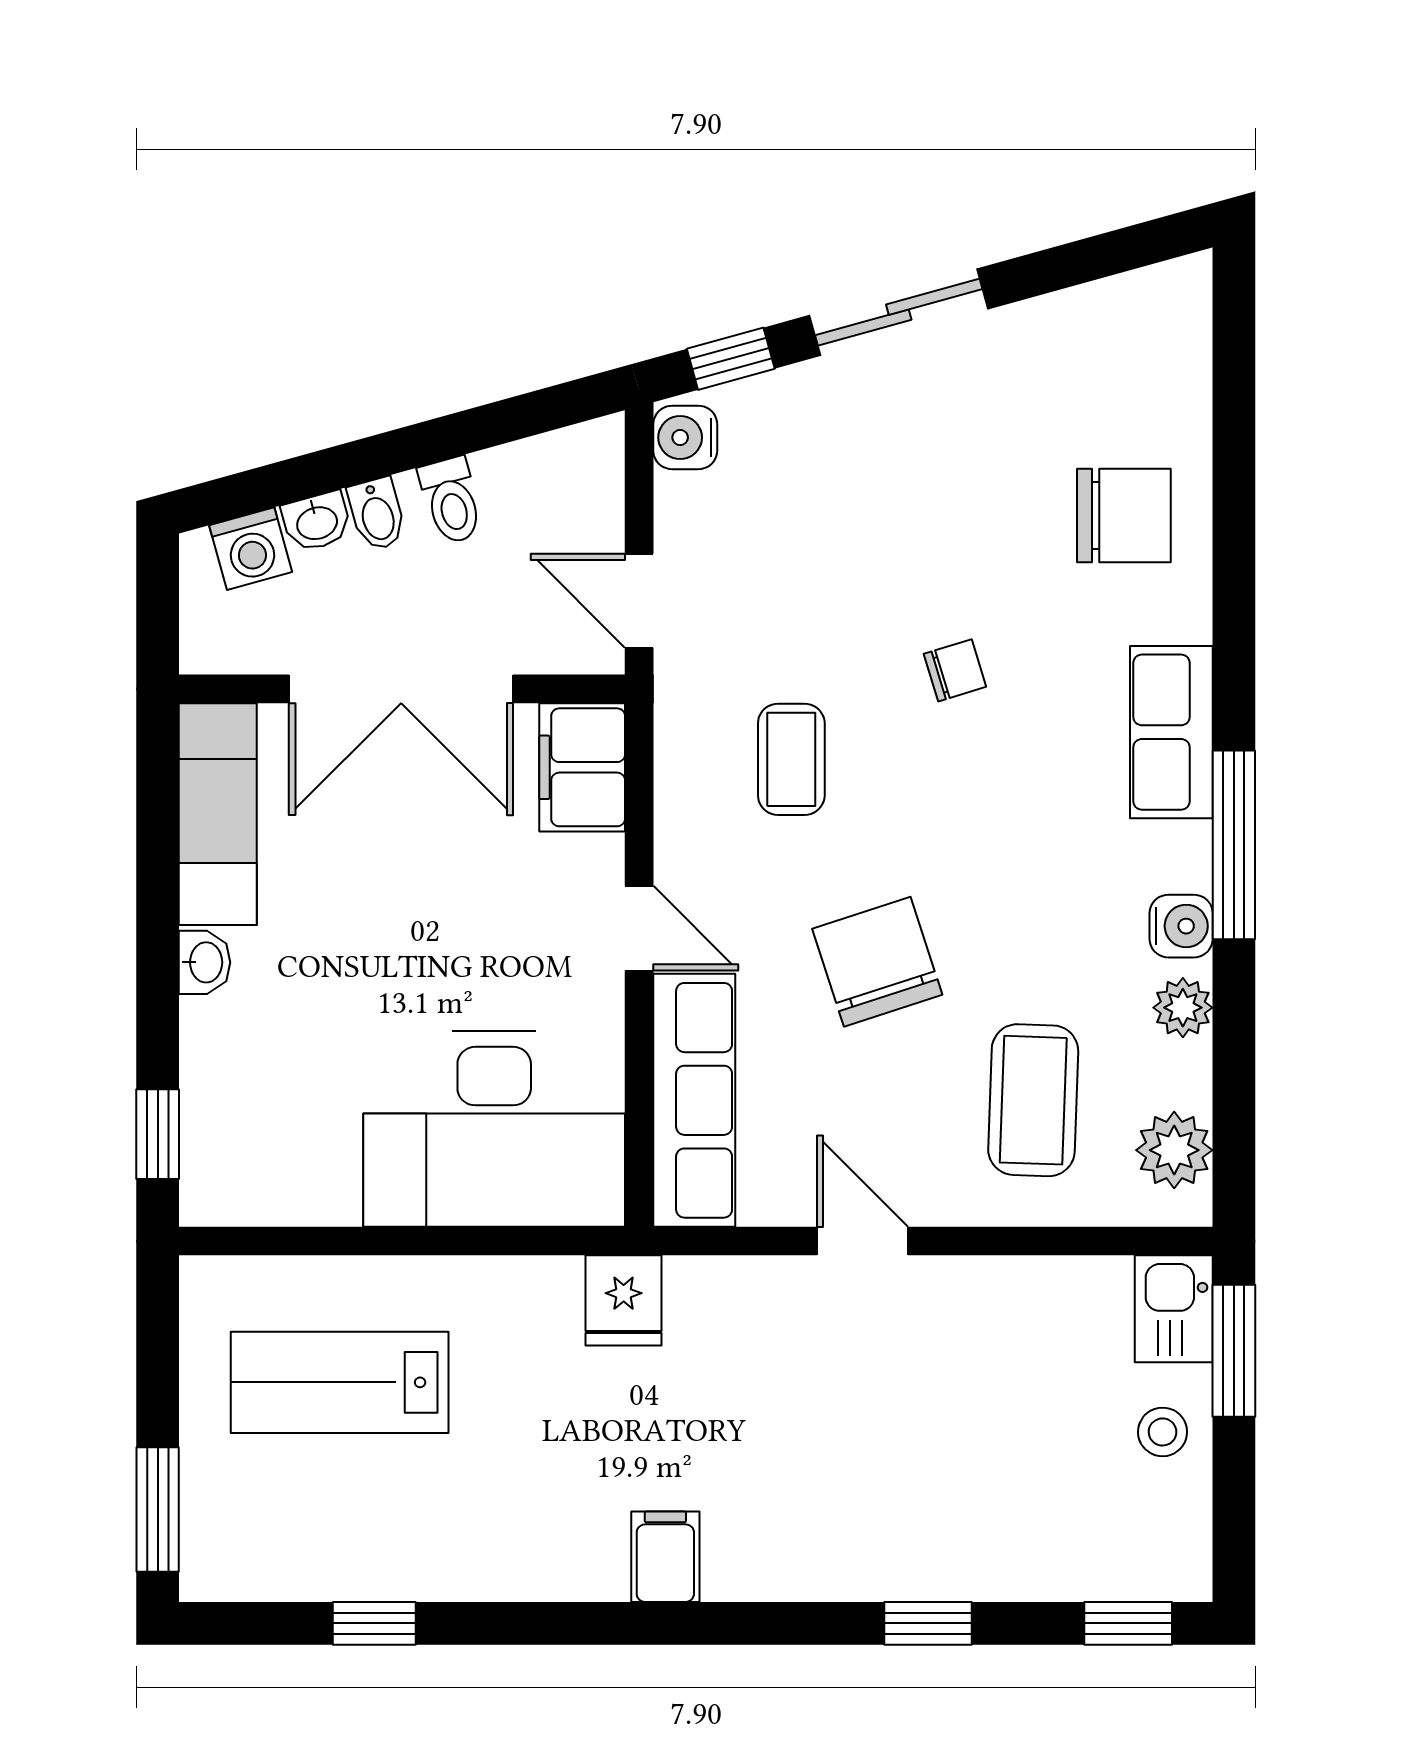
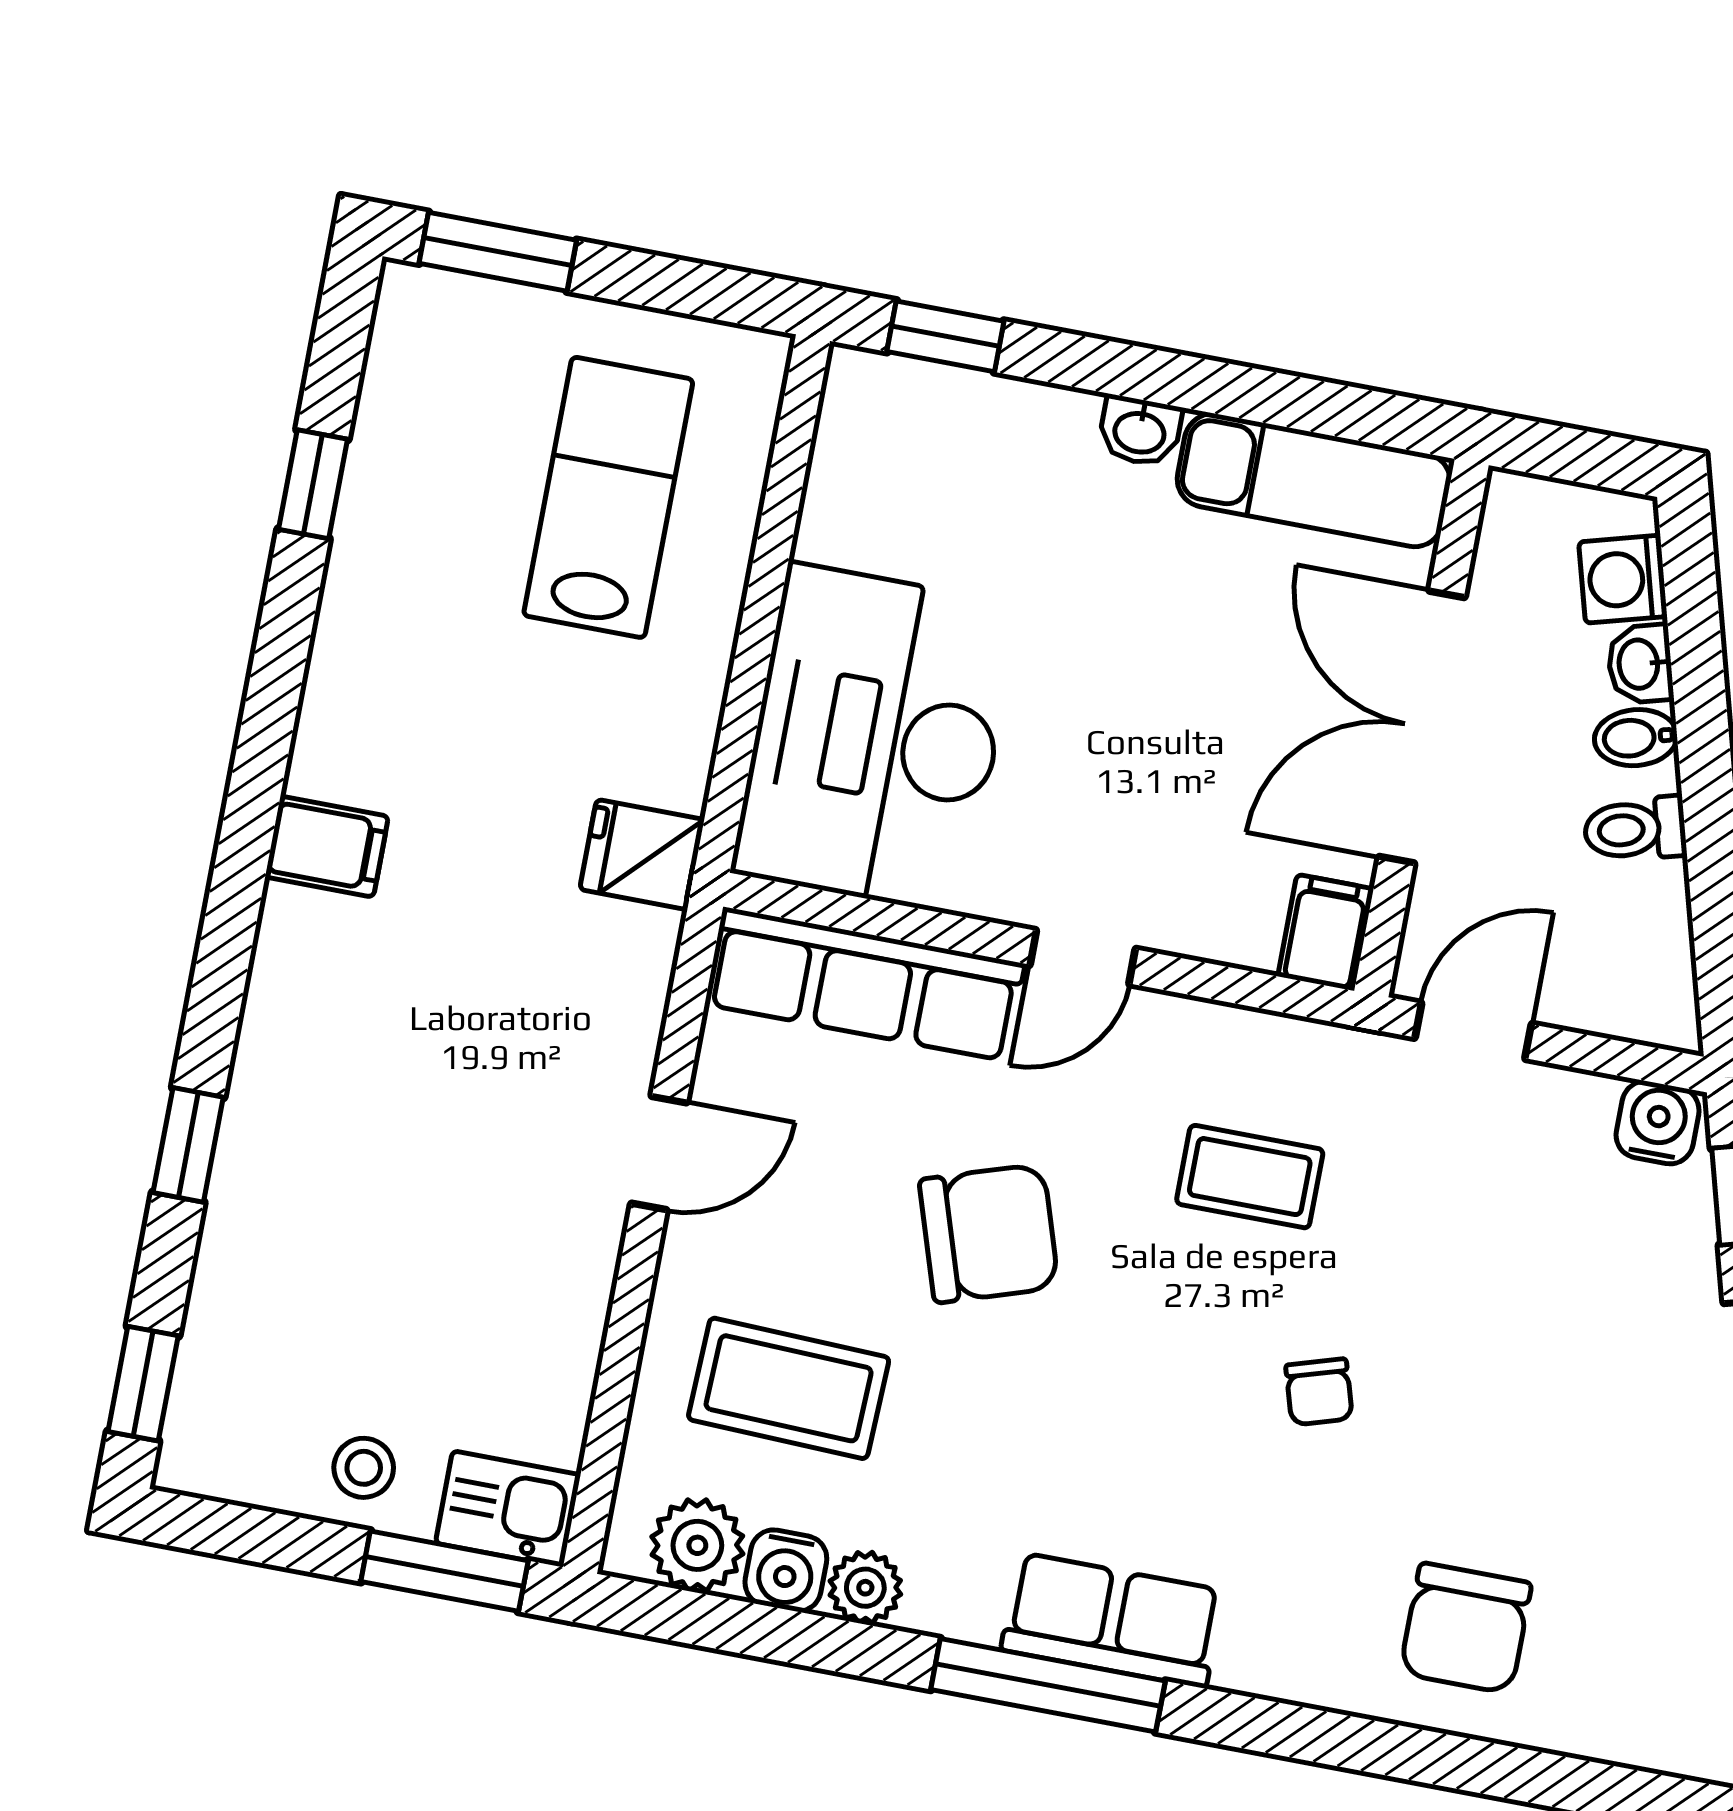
row of seats: (1171, 732) -> (1112, 1620), moved
filing cabinet: (582, 767) -> (1326, 933), width x0.50
water cooler: (1181, 926) -> (786, 1571), moved

